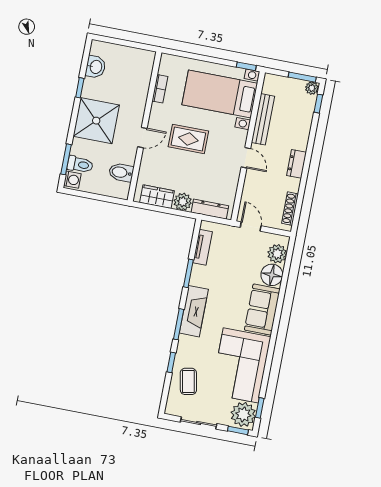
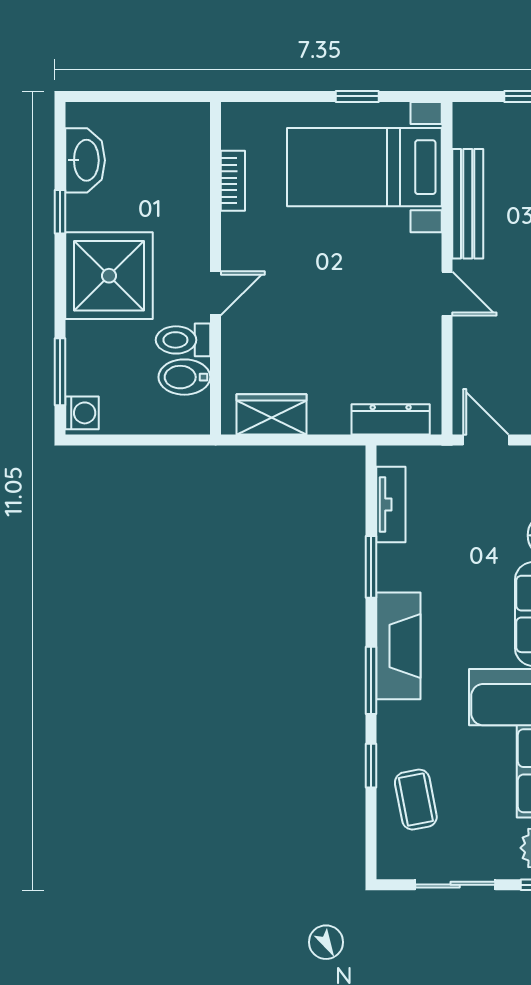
window: (246, 66) -> (357, 96), moved
washbasin: (95, 67) -> (85, 160), width x1.38
rug: (188, 139) -> (315, 277), removed
toilet: (80, 165) -> (183, 340), moved, turned 180
plant: (183, 202) -> (329, 415), removed

